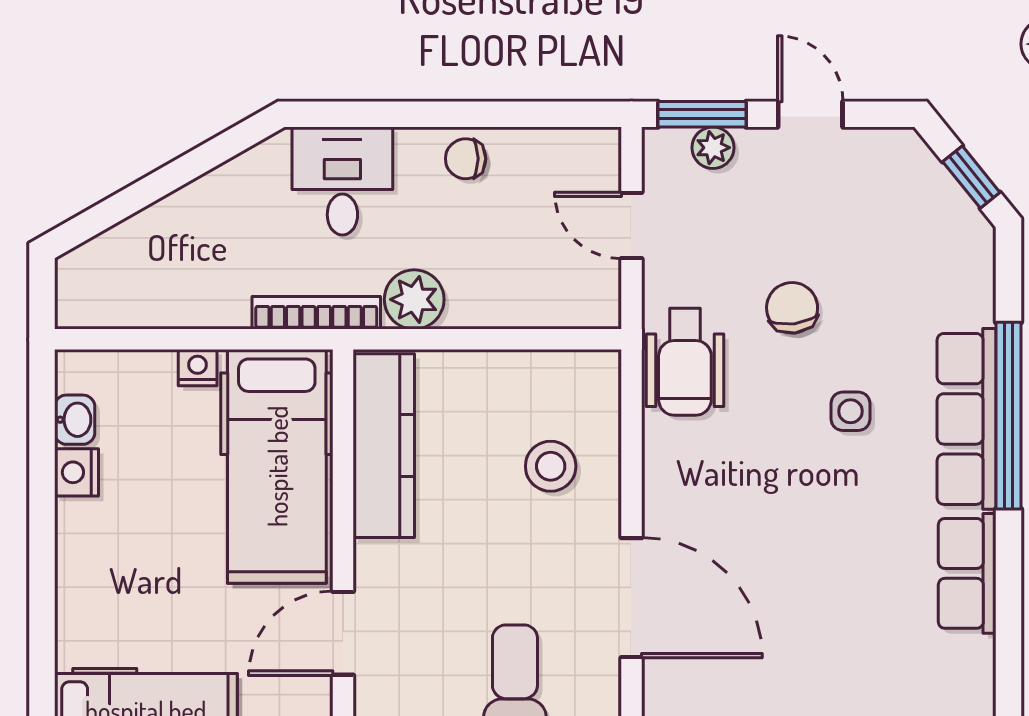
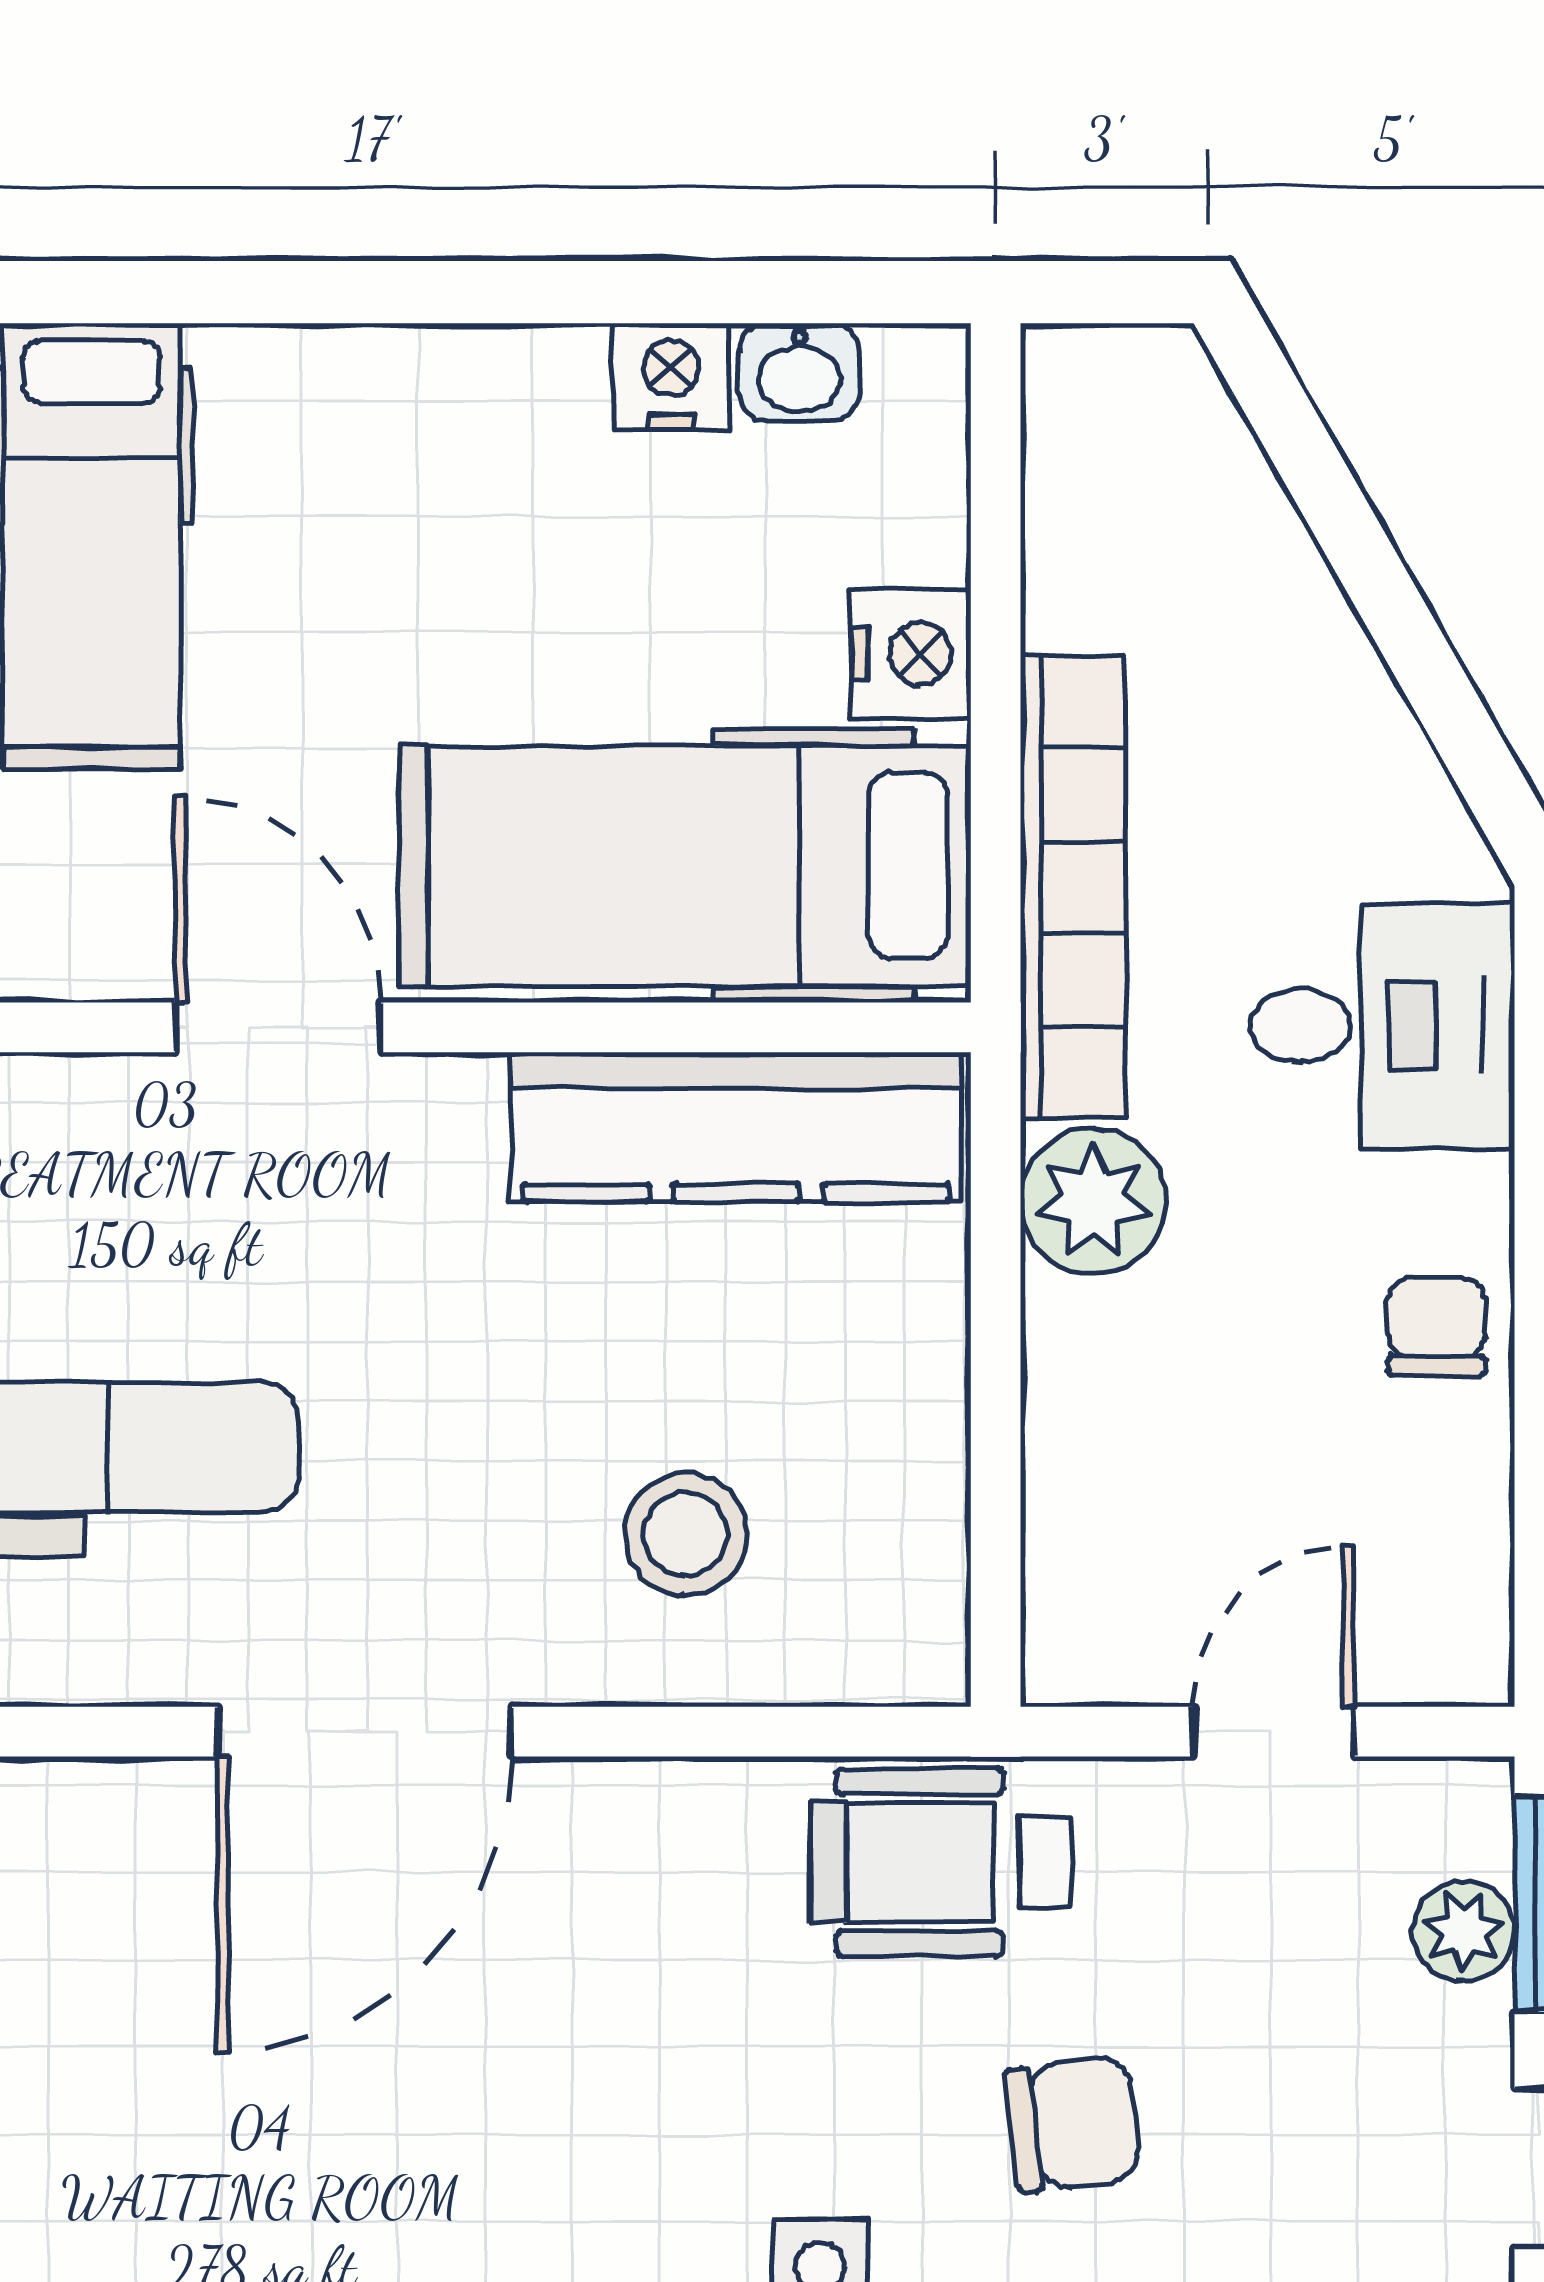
bookcase: (316, 313) -> (1073, 887), width x1.48, depth x1.31
nightstand: (198, 368) -> (911, 654), width x1.39, depth x1.35

